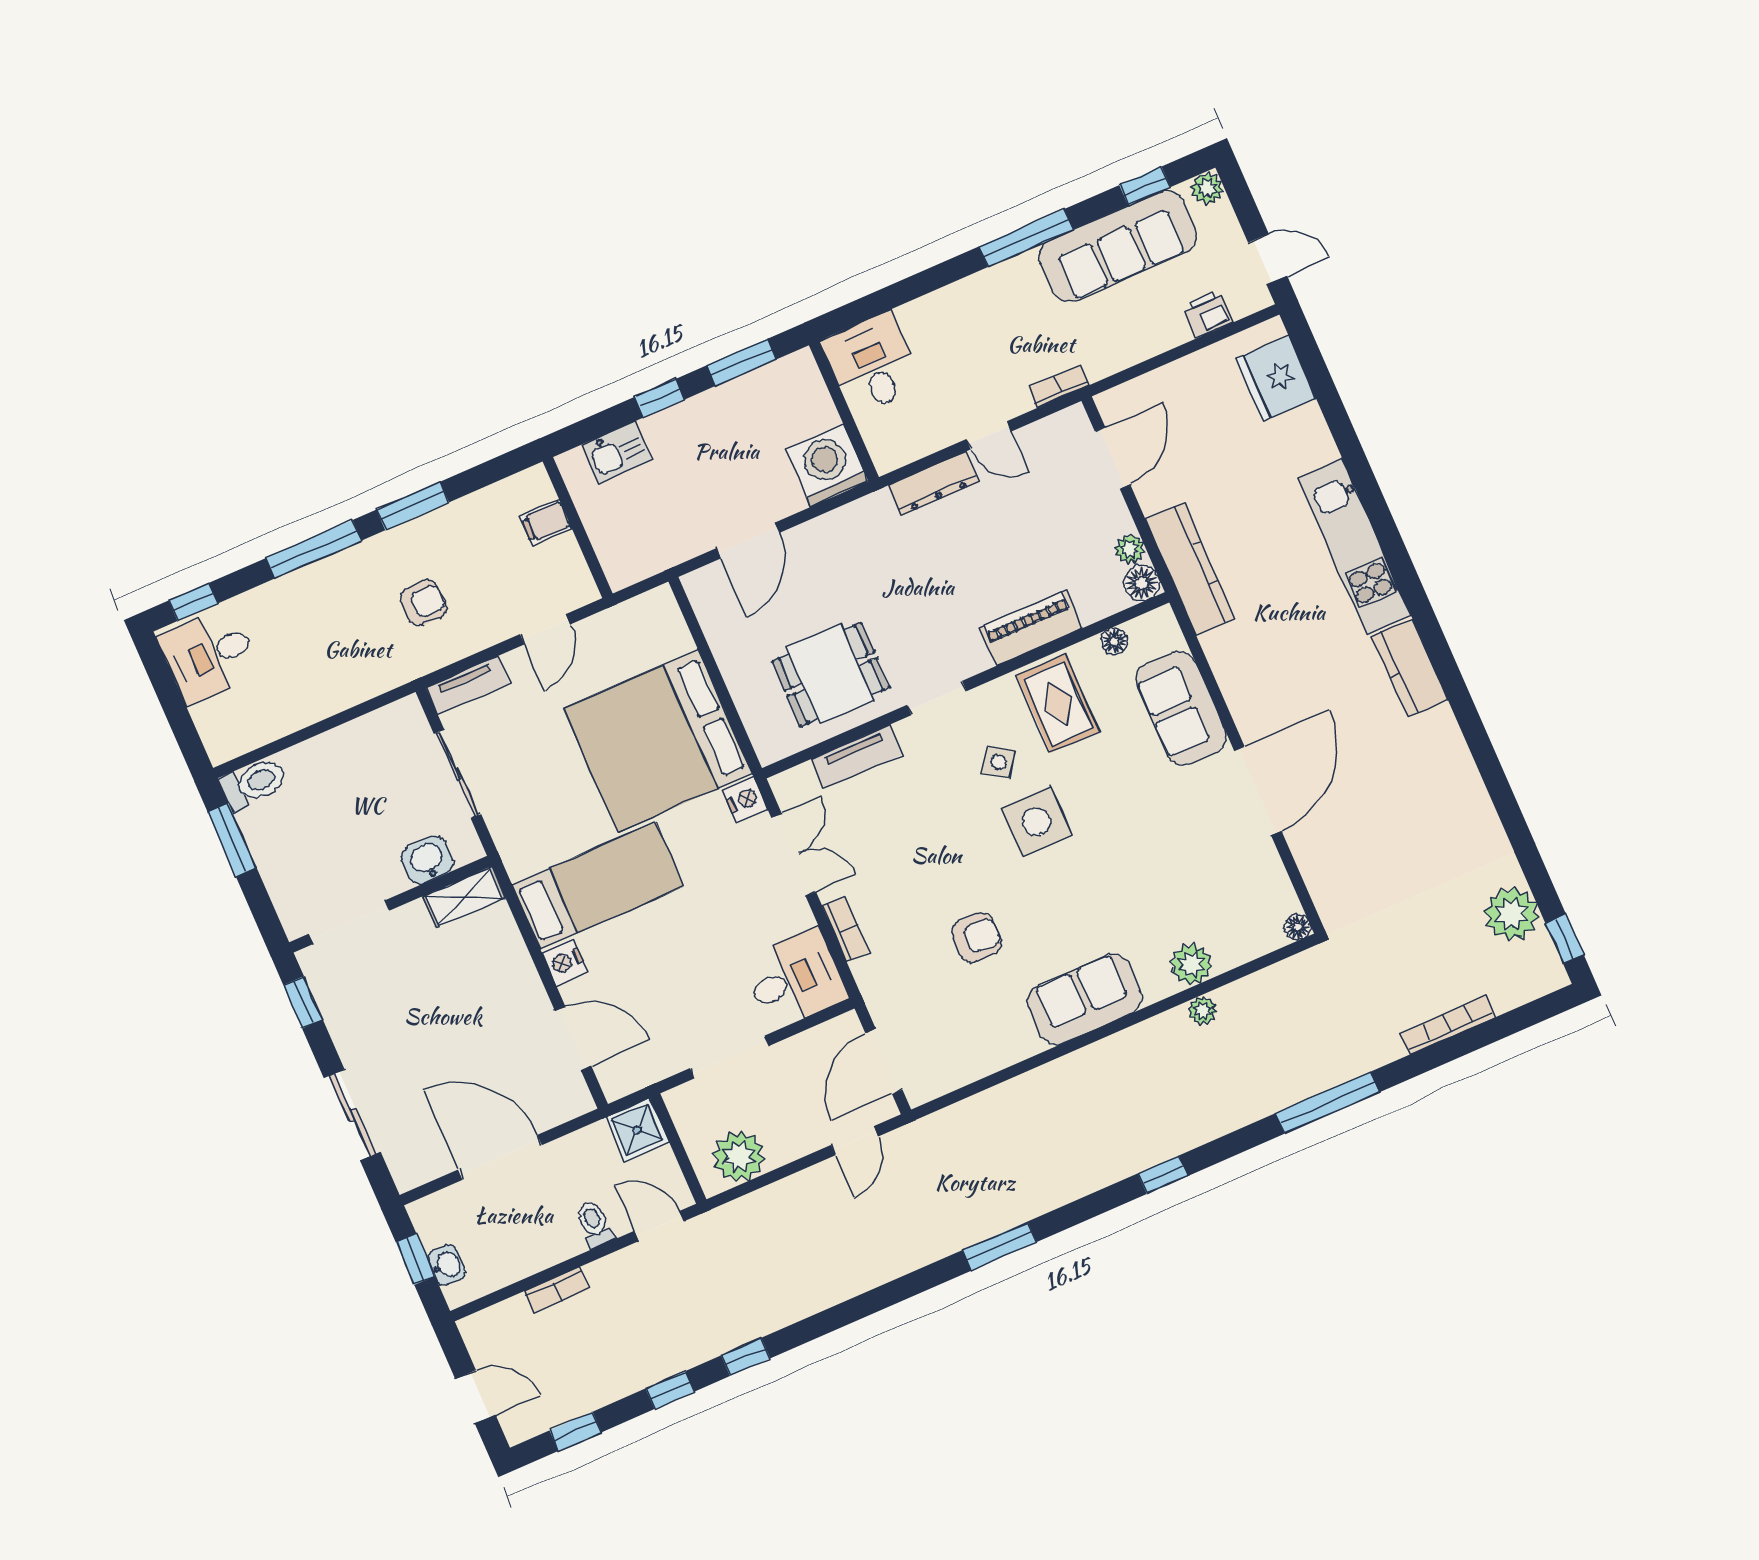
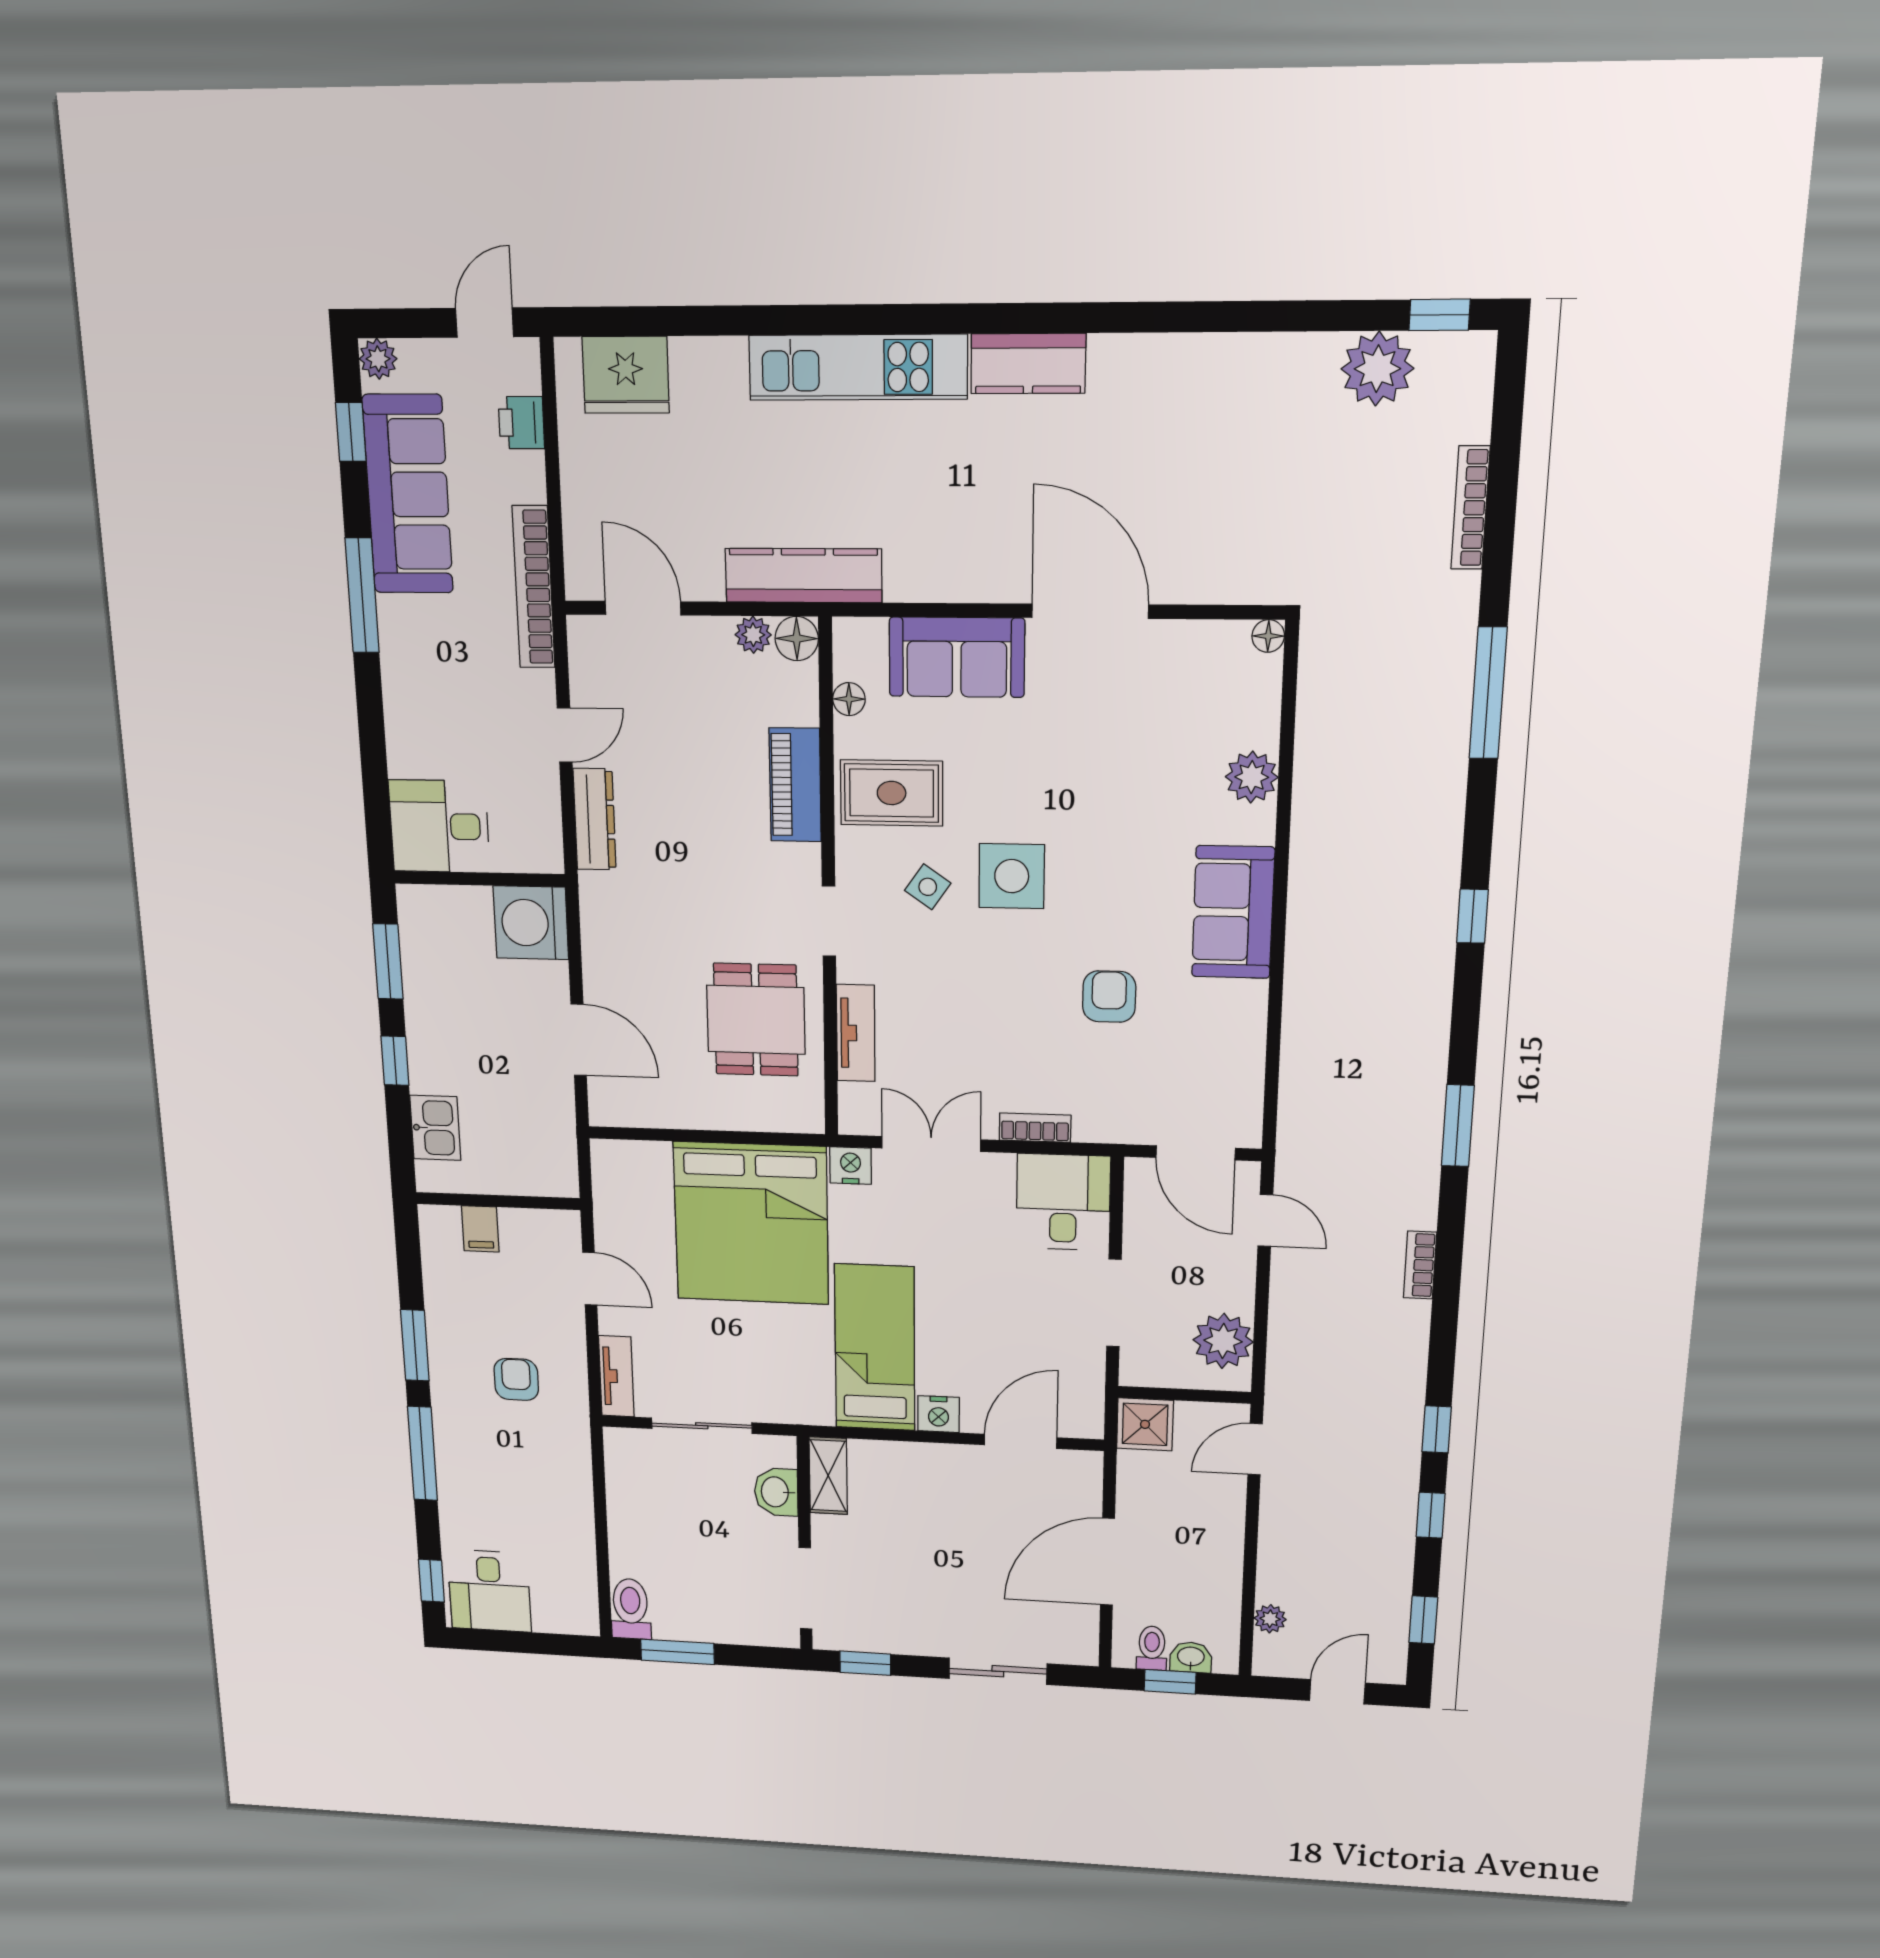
bookcase: (1059, 386) -> (534, 587), width x2.31, depth x1.31
plant: (1202, 1010) -> (1270, 1619), moved
toilet: (594, 1224) -> (1152, 1648), moved, turned 90
bookcase: (557, 1290) -> (1420, 1265), moved, turned 180

